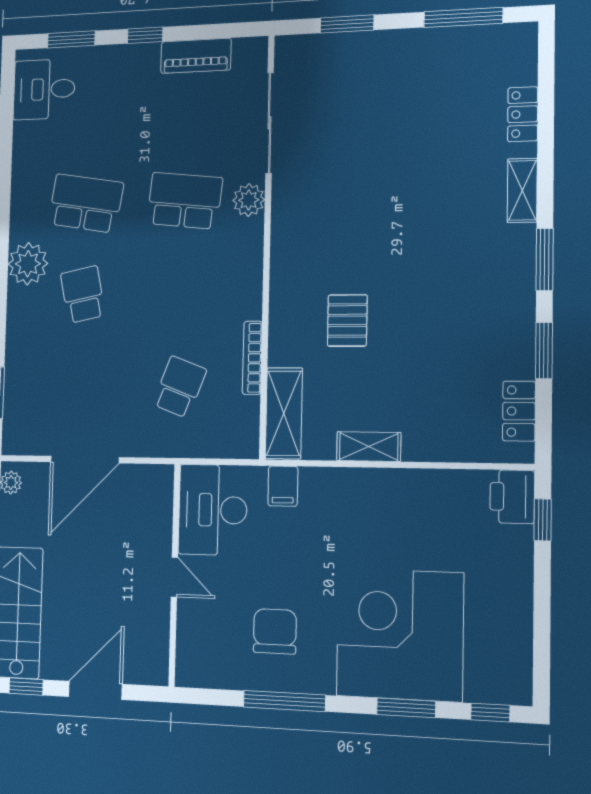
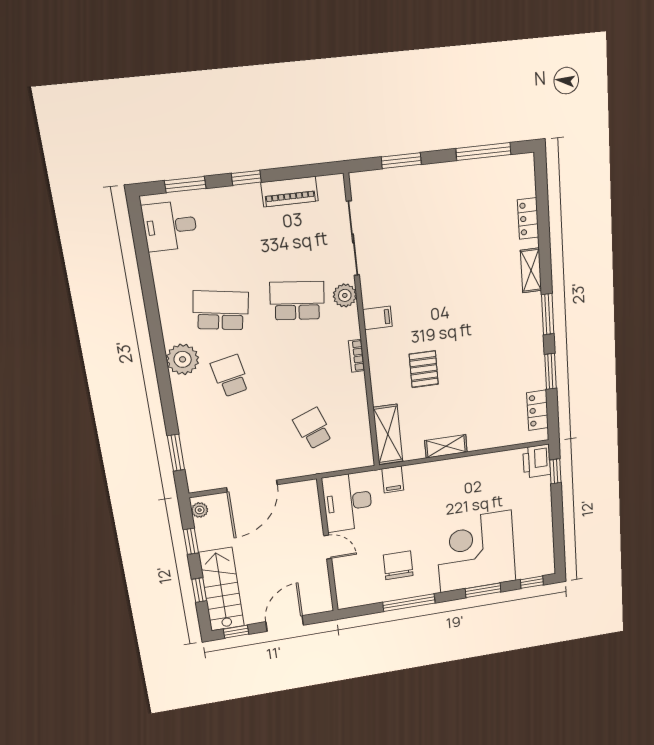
filing cabinet: (289, 237) -> (377, 318), added
bookcase: (252, 358) -> (357, 356), moved, width x0.64
school desk: (180, 387) -> (313, 429), turned -42

